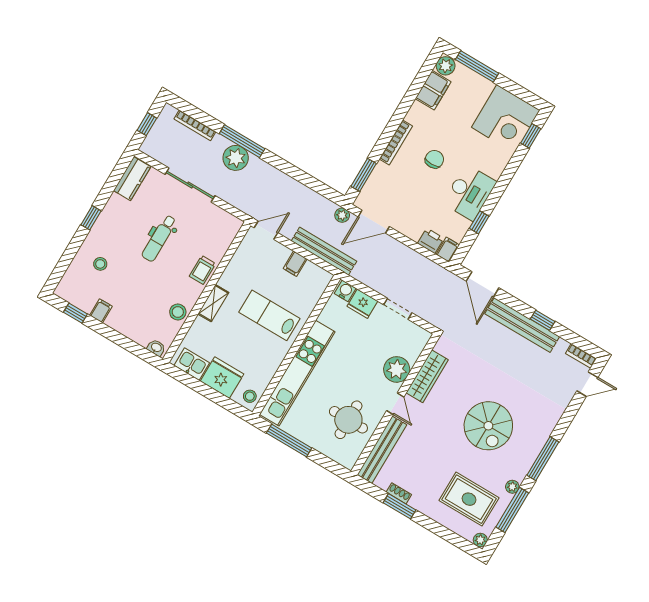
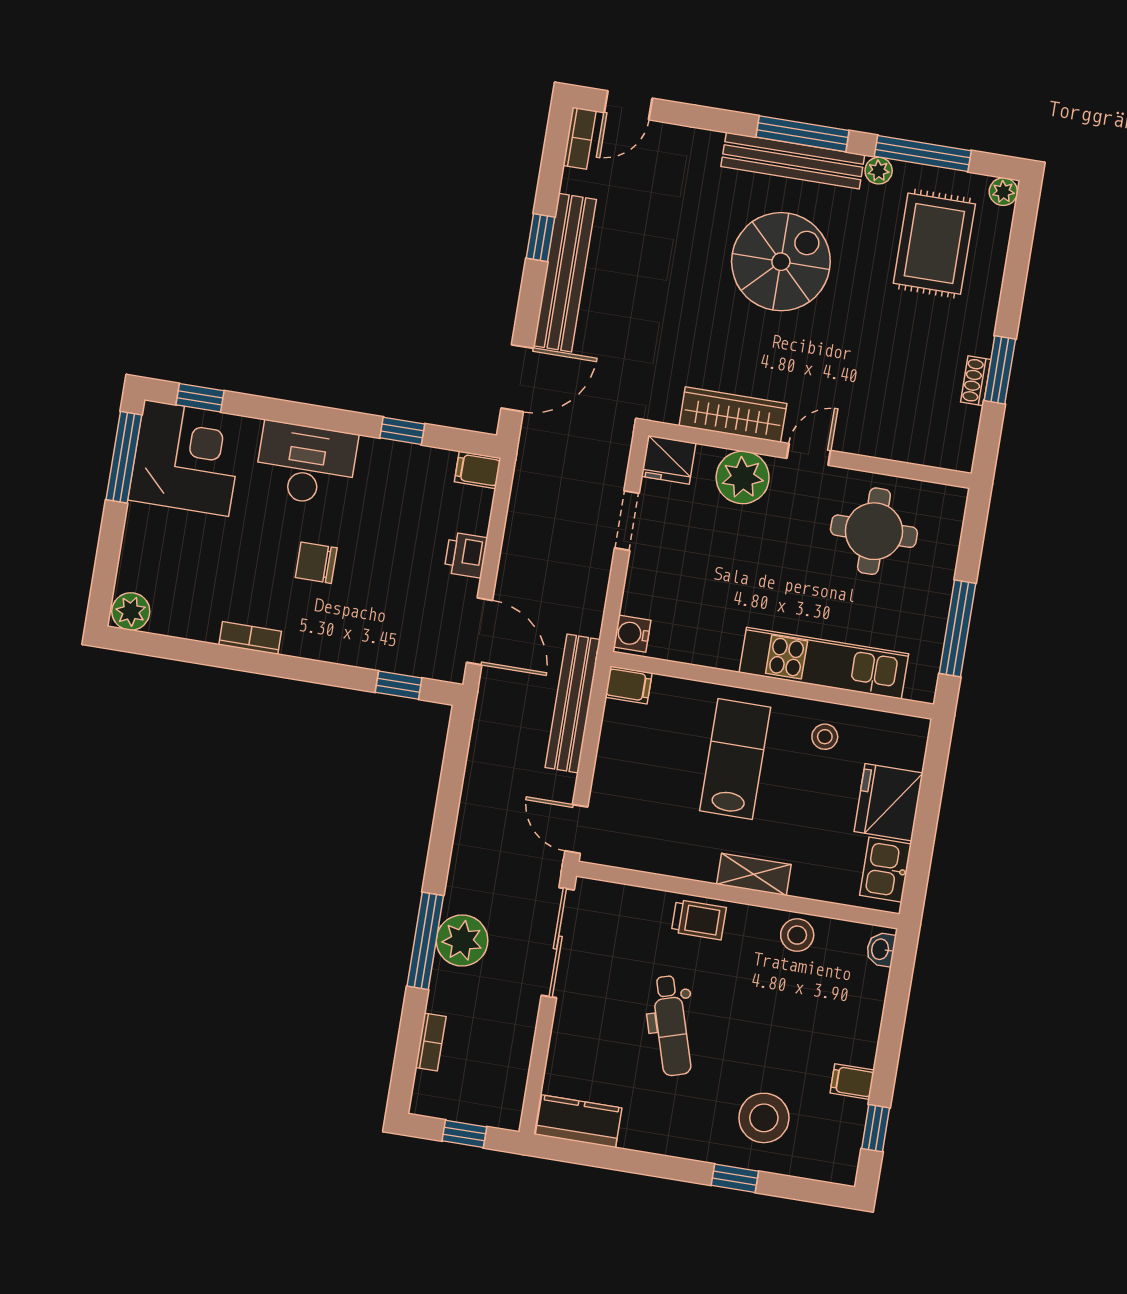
window: (477, 66) -> (124, 457), moved
filing cabinet: (433, 90) -> (186, 617), removed
bookcase: (195, 125) -> (431, 1042), width x0.64
bookcase: (396, 142) -> (250, 638), moved, width x0.64
window: (364, 175) -> (399, 685), width x0.67
sliding door: (190, 185) -> (558, 943), moved
desk: (469, 192) -> (306, 464), moved
plant: (342, 215) -> (491, 696), removed
window: (91, 218) -> (735, 1178), moved
dental chair: (159, 238) -> (671, 1026), turned 73
printer: (431, 241) -> (466, 555), moved
stool: (100, 264) -> (764, 1118), width x1.89, depth x1.89
filing cabinet: (295, 264) -> (629, 685), moved
fridge: (362, 304) -> (669, 460), moved, turned 90
lab bench: (269, 315) -> (735, 759), turned 180
kitchen unit: (297, 373) -> (824, 663), width x0.73
door: (587, 384) -> (628, 105), swing flipped
stool: (250, 396) -> (825, 737), moved
bench: (382, 450) -> (793, 161), moved

